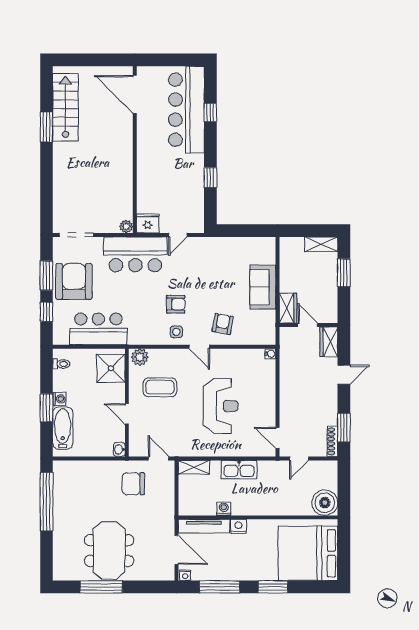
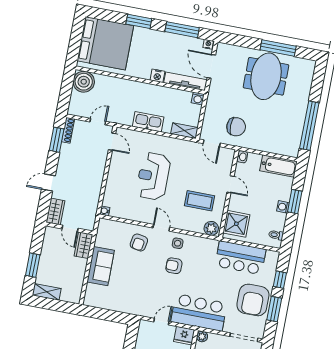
bathtub: (63, 428) -> (279, 166), moved, turned -90
washing machine: (224, 509) -> (198, 98), moved

